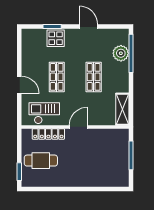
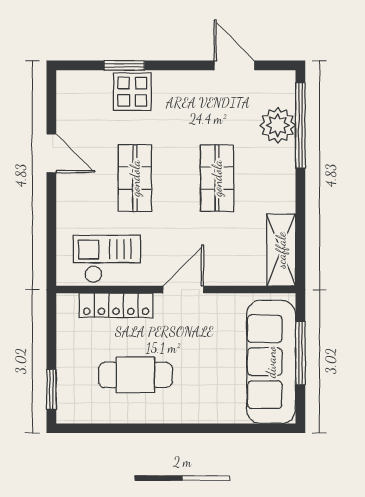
door: (88, 26) -> (234, 65), moved
door: (19, 85) -> (51, 153), moved
sofa: (118, 159) -> (271, 362), added
cafe table: (41, 161) -> (135, 375), moved

